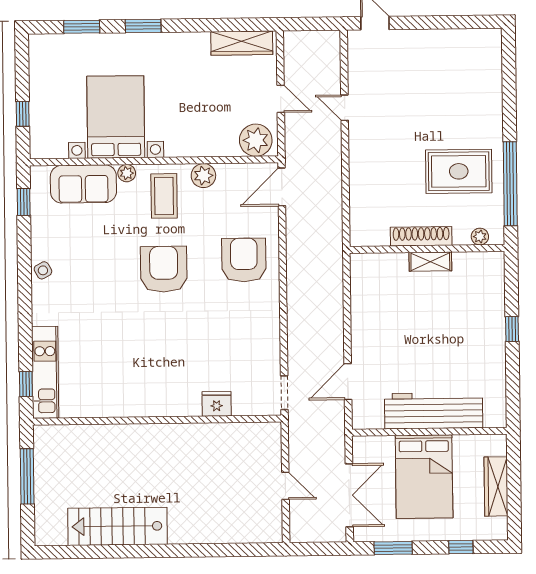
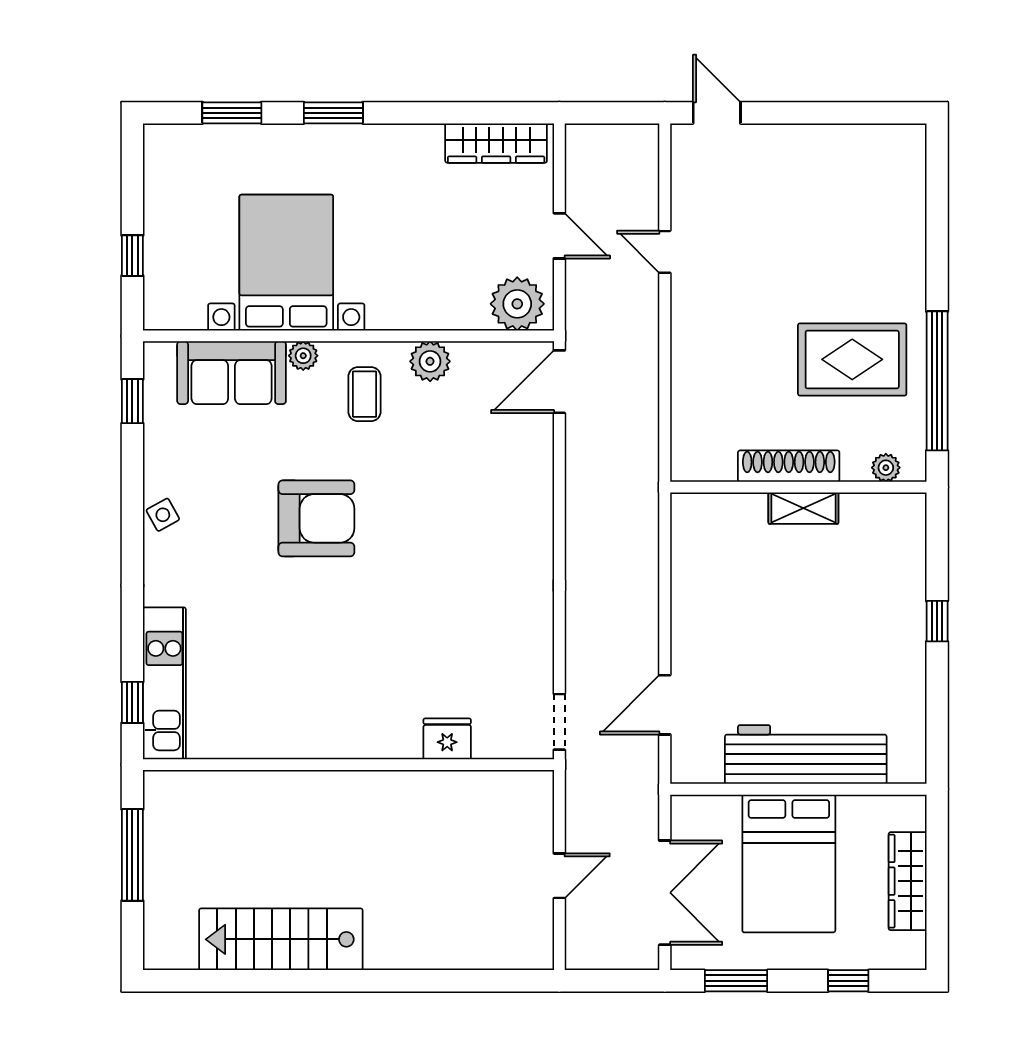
coffee table: (164, 196) -> (364, 394), width x0.73, depth x0.77
armchair: (244, 260) -> (495, 502), removed
armchair: (164, 269) -> (316, 518), moved, turned 90
door: (285, 486) -> (559, 876), hinge flipped

